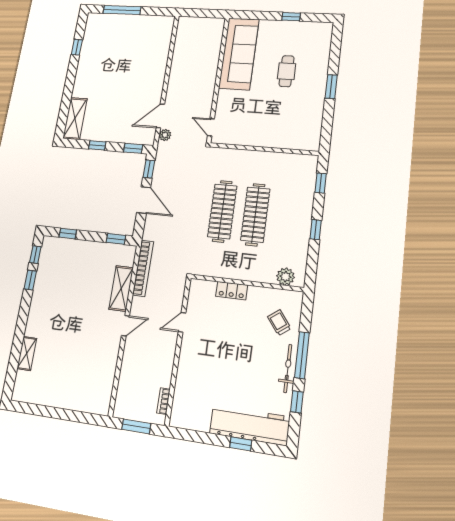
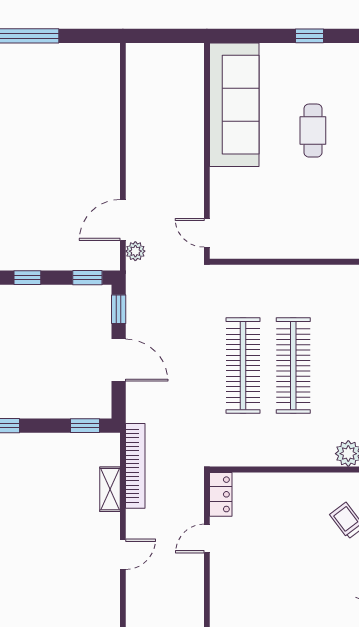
shelving: (121, 289) -> (110, 489), width x0.67, depth x0.75
locker: (232, 291) -> (221, 494), moved, turned -90

